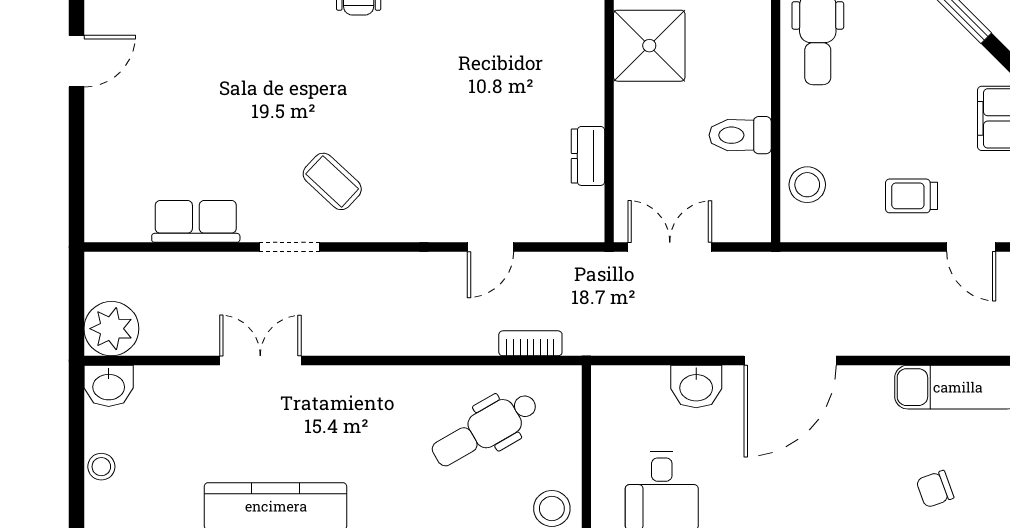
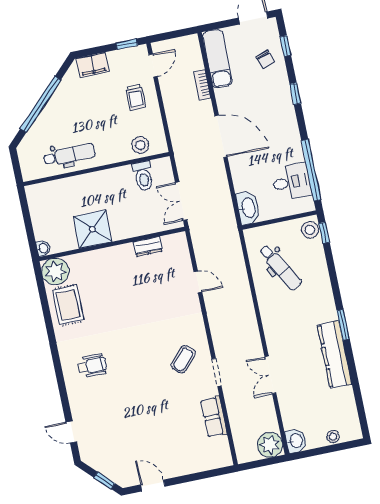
toilet: (740, 135) -> (143, 176), moved
bookcase: (530, 343) -> (202, 85), moved
washbasin: (696, 387) -> (248, 208), moved, width x1.38

